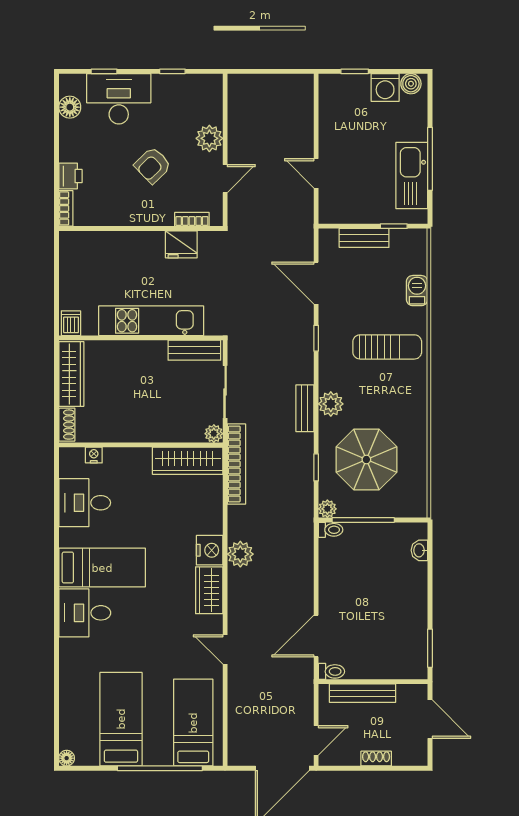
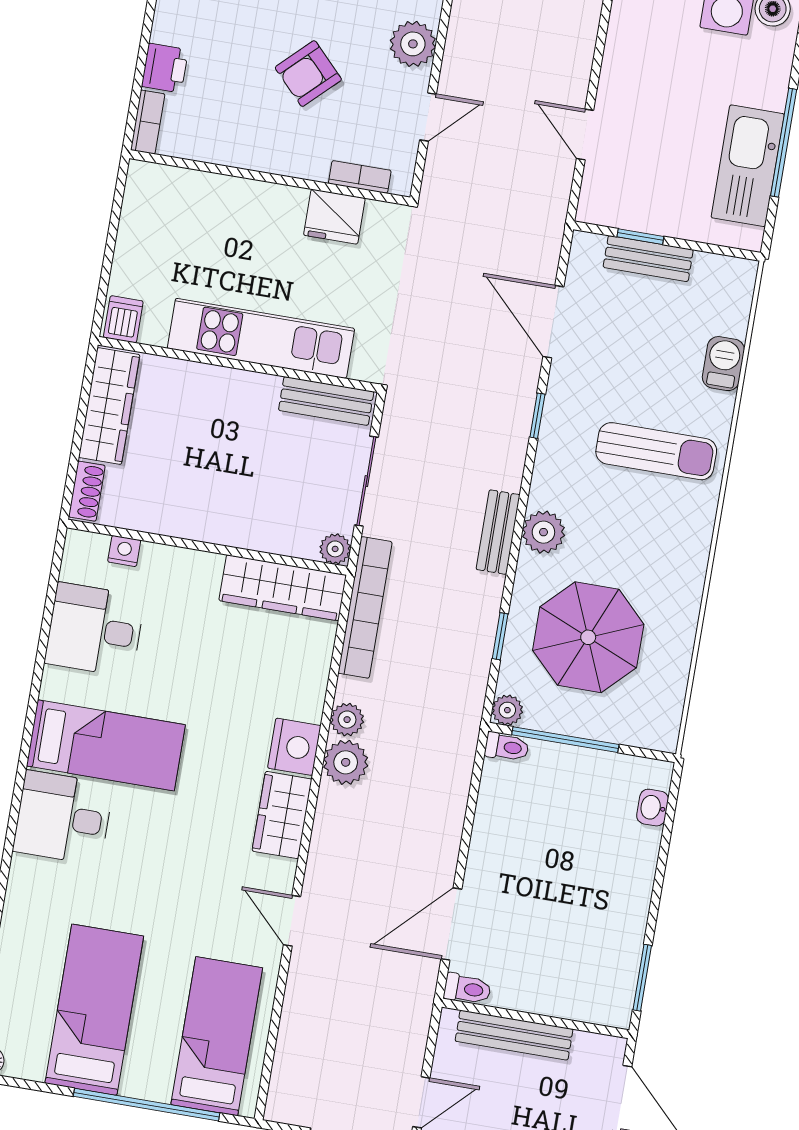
window: (394, 226) -> (640, 237), moved
plant: (237, 530) -> (347, 720), added

